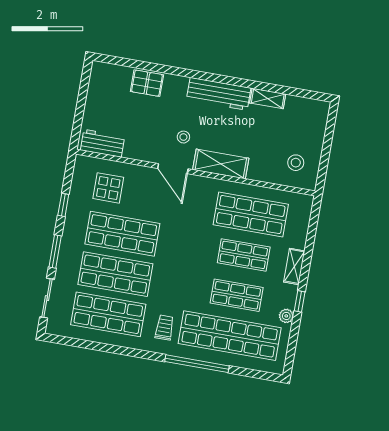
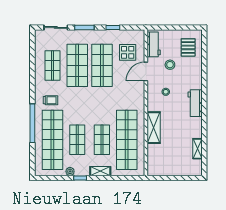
pallet: (147, 83) -> (188, 47), moved
workbench: (219, 94) -> (195, 103), width x0.73
shelving: (268, 98) -> (197, 149), moved
stool: (296, 163) -> (170, 65), moved
shelving: (221, 164) -> (154, 128), moved
door: (173, 169) -> (146, 72), moved
shop shelf: (251, 215) -> (127, 140), width x1.40
shop shelf: (108, 314) -> (52, 65), width x0.70, depth x0.74

